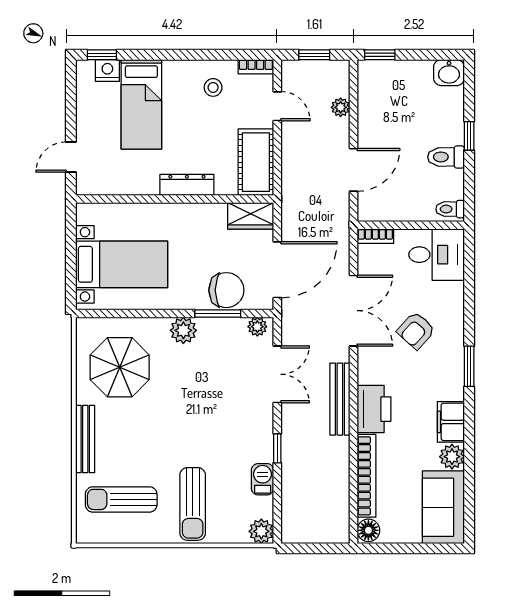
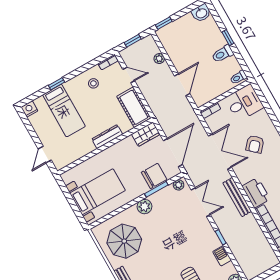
window: (102, 55) -> (57, 84), moved
nightstand: (107, 71) -> (29, 109), moved

